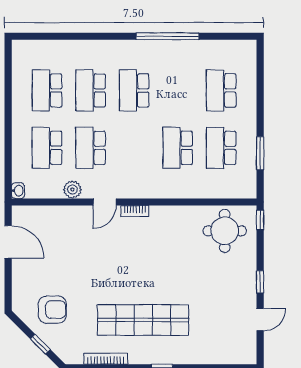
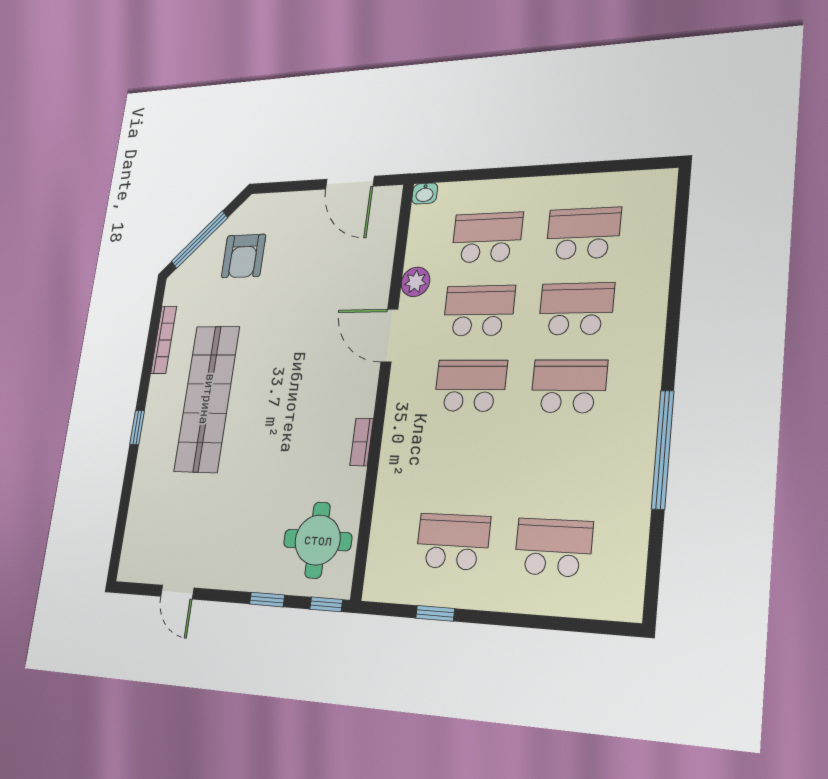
school desk: (178, 148) -> (470, 386), moved
window: (260, 153) -> (435, 613), width x0.67
door: (105, 202) -> (389, 335), width x1.38
bookcase: (135, 211) -> (362, 442), moved
door: (8, 242) -> (350, 183), hinge flipped
window: (260, 282) -> (267, 600), moved
window: (40, 344) -> (199, 240), width x2.17

